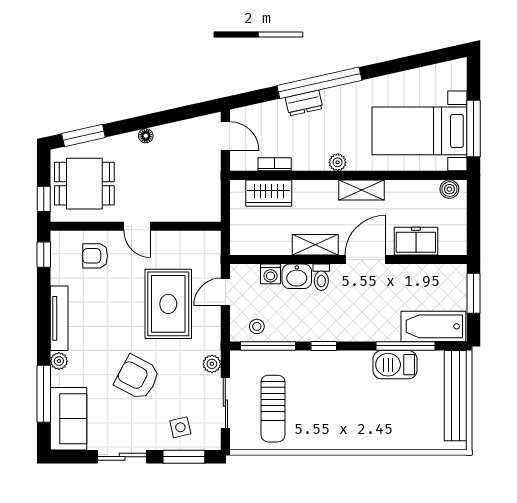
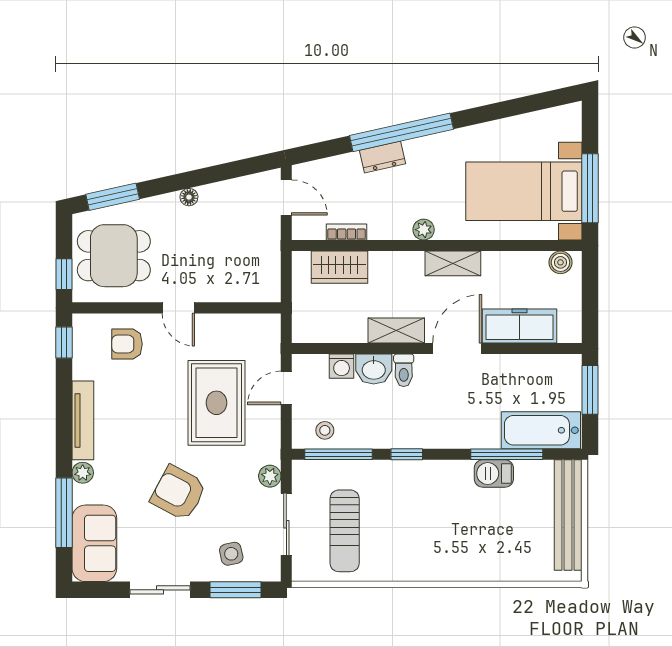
freezer: (416, 241) -> (519, 326), width x1.40
barbecue: (395, 365) -> (494, 474), width x0.73, depth x0.79

